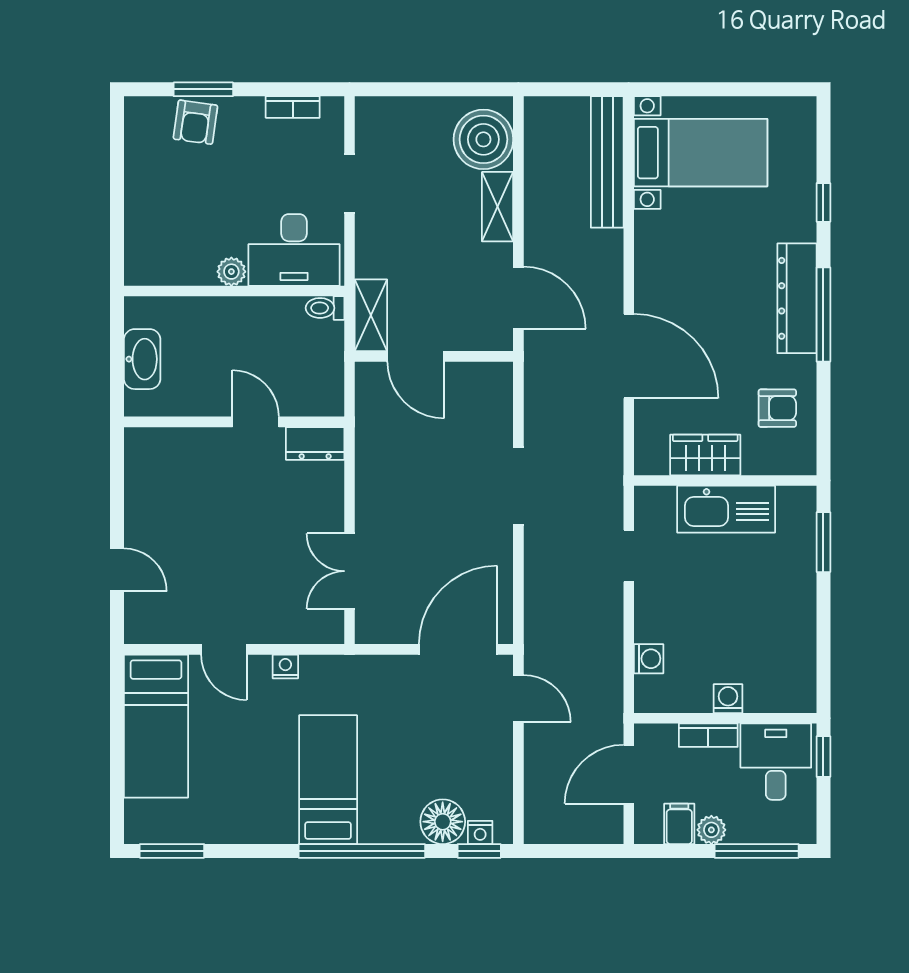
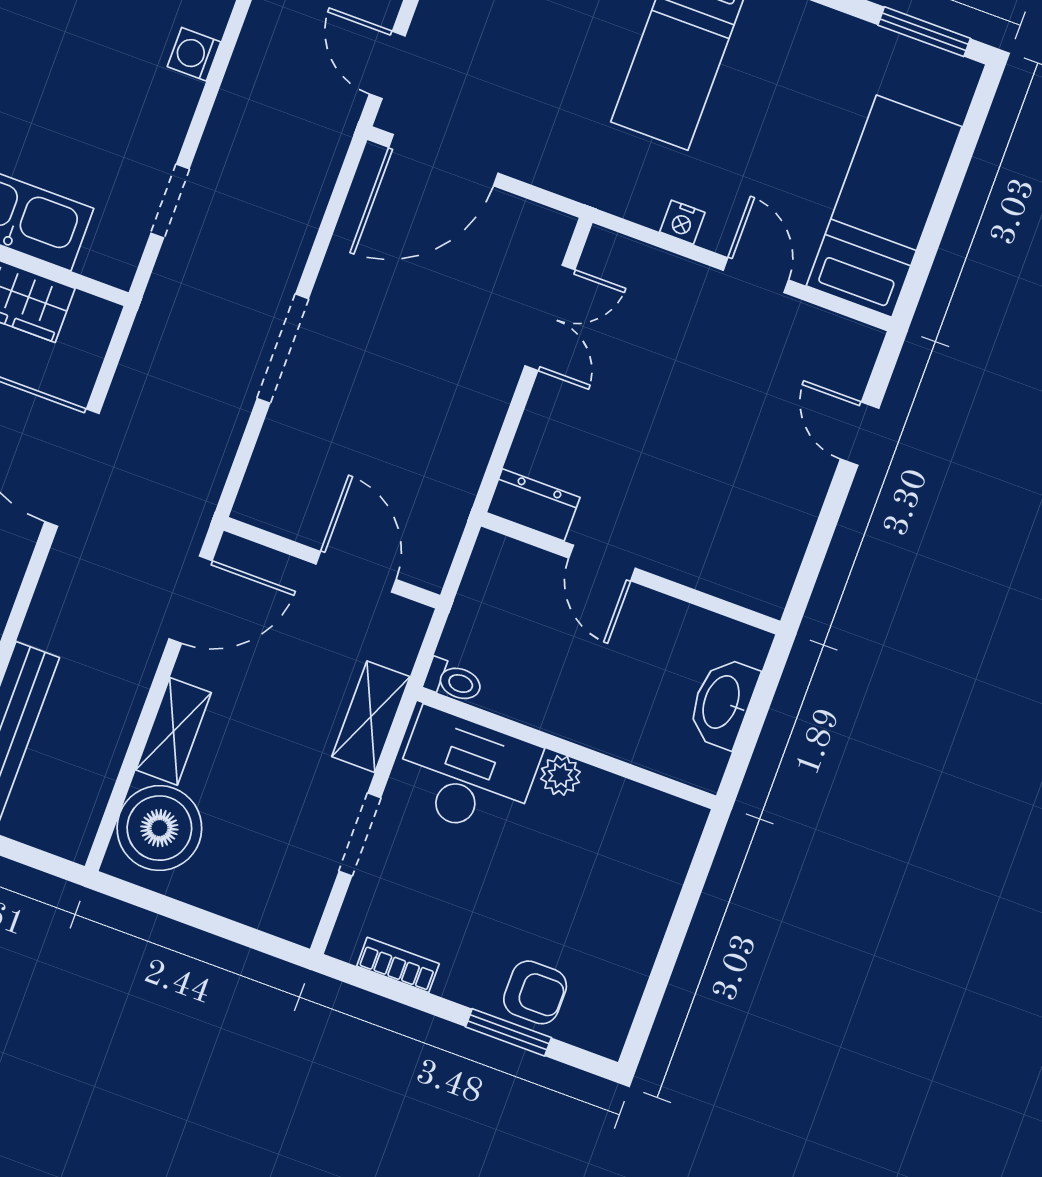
armchair: (195, 122) -> (535, 992), turned 82
door: (518, 298) -> (190, 600), swing flipped
shelving: (371, 315) -> (371, 717), moved

